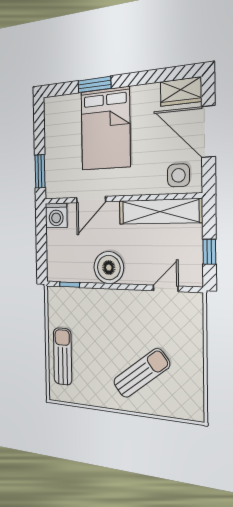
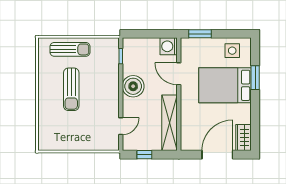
side table: (178, 175) -> (232, 51), moved
door: (166, 288) -> (121, 126), hinge flipped
sun lounger: (141, 373) -> (71, 89), moved, turned 38

